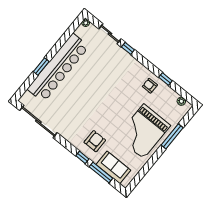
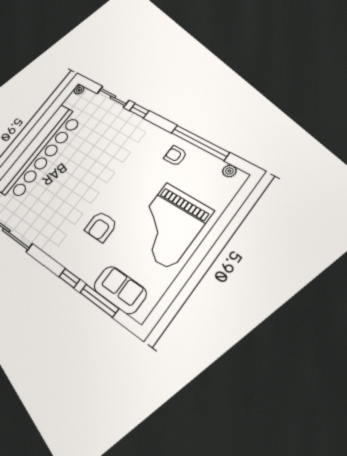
window: (41, 67) -> (16, 155), removed
window: (165, 79) -> (200, 143), width x3.17
window: (172, 136) -> (219, 228), removed
armchair: (95, 141) -> (101, 226), moved, turned 180

